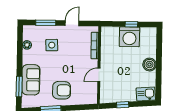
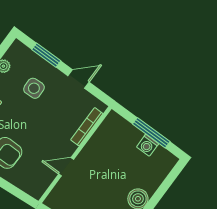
window: (131, 24) -> (151, 133), width x2.17
washing machine: (129, 37) -> (148, 145), width x0.53, depth x0.53

